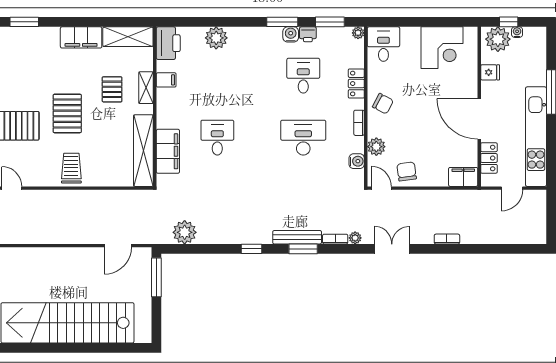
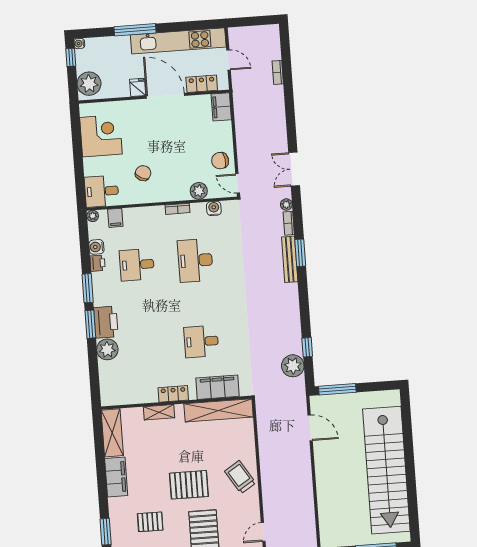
window: (330, 22) -> (90, 324), moved
window: (509, 22) -> (71, 57), moved
water cooler: (517, 32) -> (79, 44), moved
water cooler: (291, 34) -> (96, 247), moved
printer: (168, 43) -> (106, 322), moved, turned 90
fridge: (490, 72) -> (138, 87), moved
filing cabinet: (166, 80) -> (115, 218), moved, turned 180
locker: (356, 84) -> (173, 394), moved, turned 180
pallet: (112, 89) -> (150, 522), moved
chair: (383, 104) -> (143, 173), moved
door: (479, 119) -> (165, 96), swing flipped
trolley: (71, 168) -> (240, 477), turned 58
door: (381, 188) -> (238, 183), hinge flipped
bookcase: (447, 239) -> (278, 72), moved
window: (252, 249) -> (307, 347), moved

